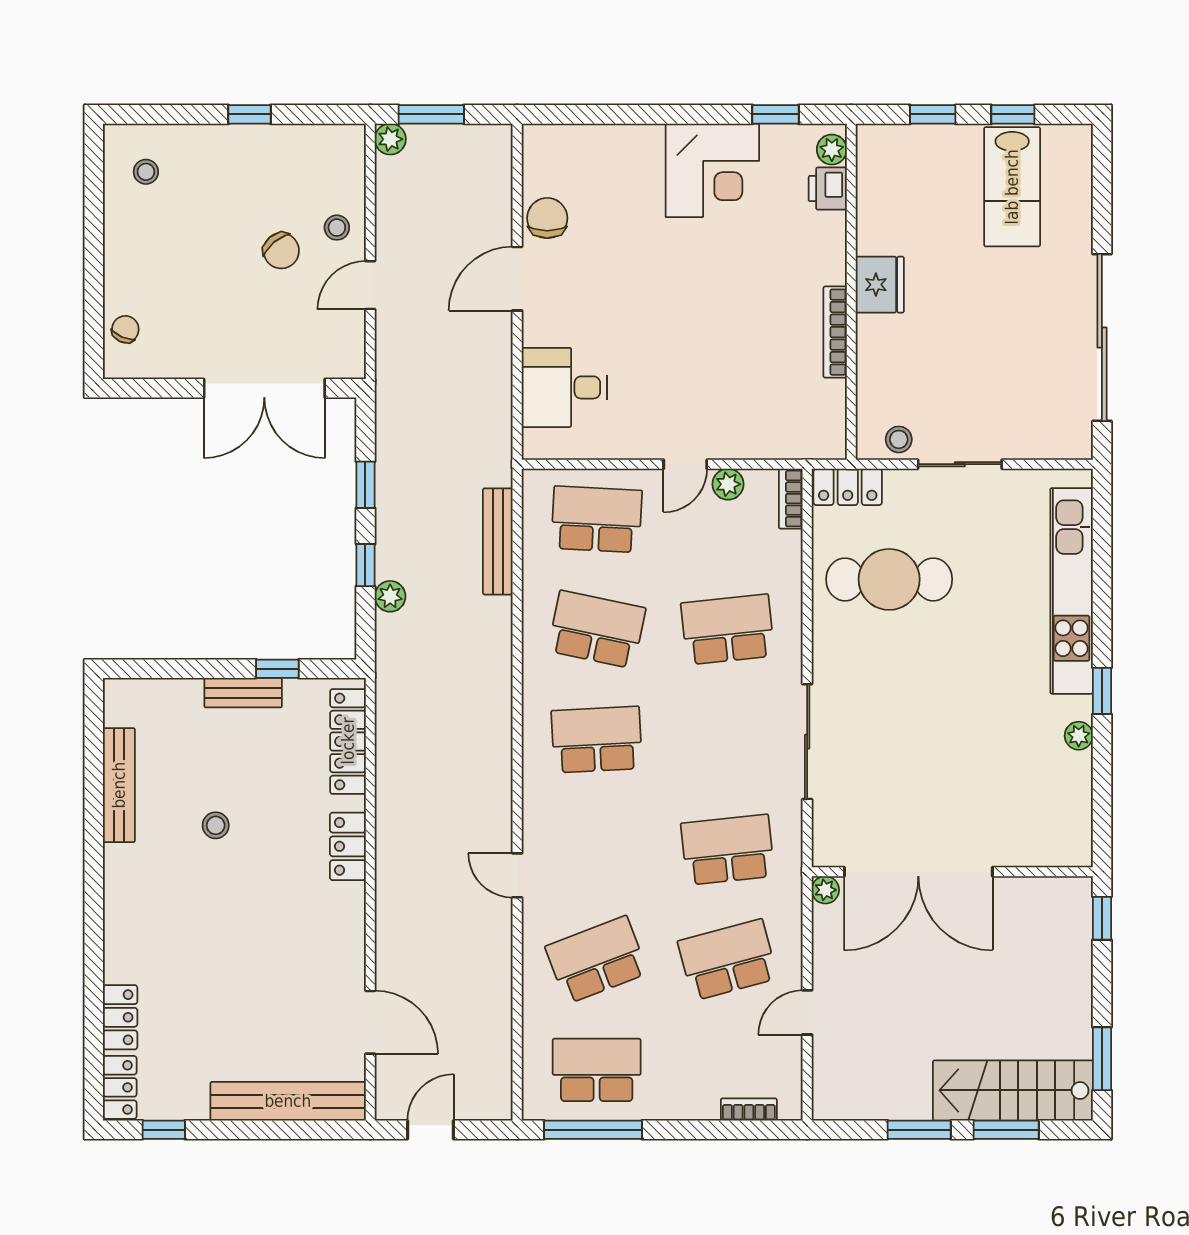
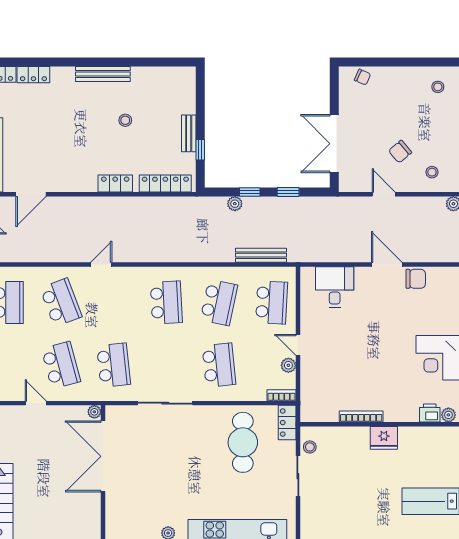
stool: (337, 228) -> (432, 172), moved
bench: (119, 785) -> (103, 74), moved

